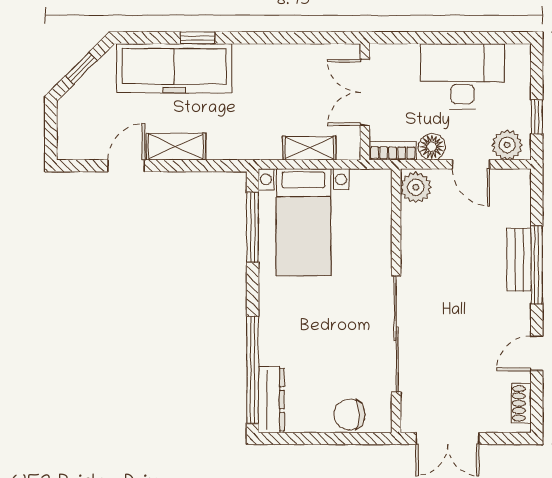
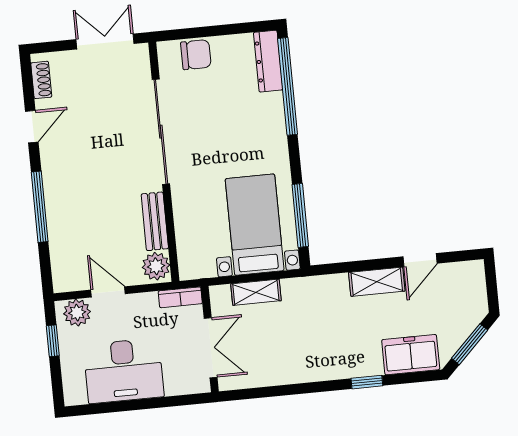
window: (81, 68) -> (470, 344), width x1.50
freezer: (174, 68) -> (411, 355), width x0.52, depth x0.79
floor lamp: (432, 147) -> (145, 304), removed
bench: (519, 260) -> (155, 221), moved

